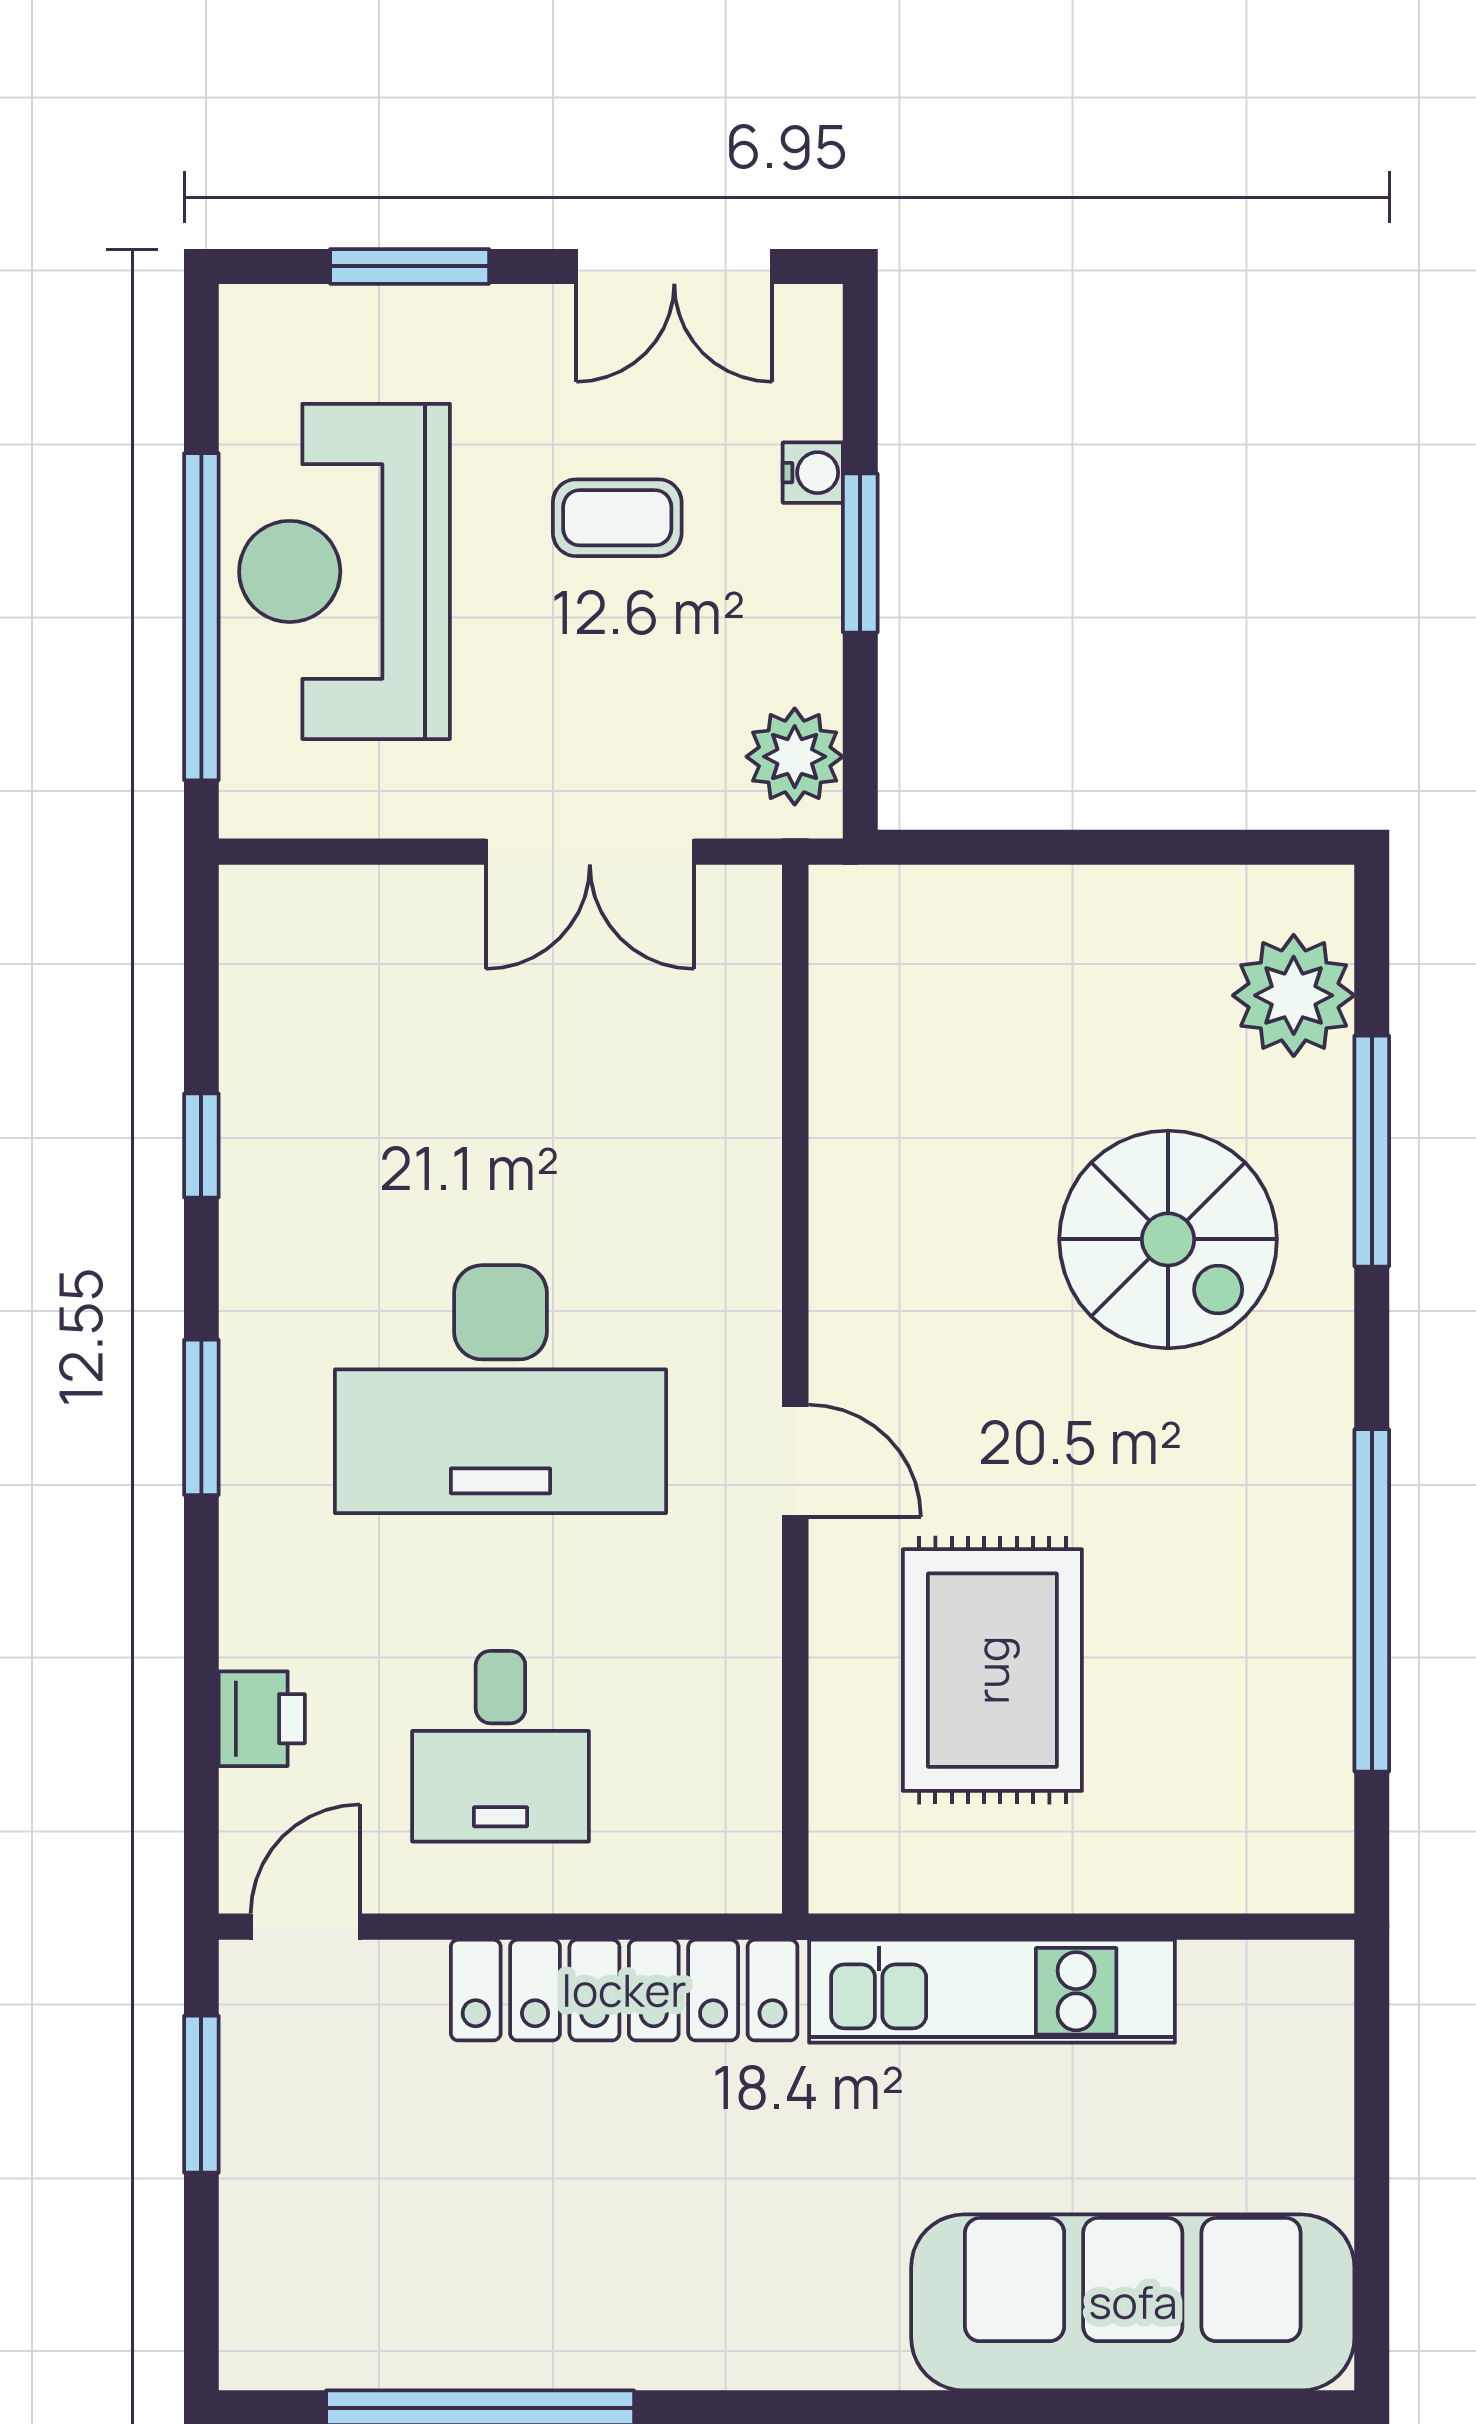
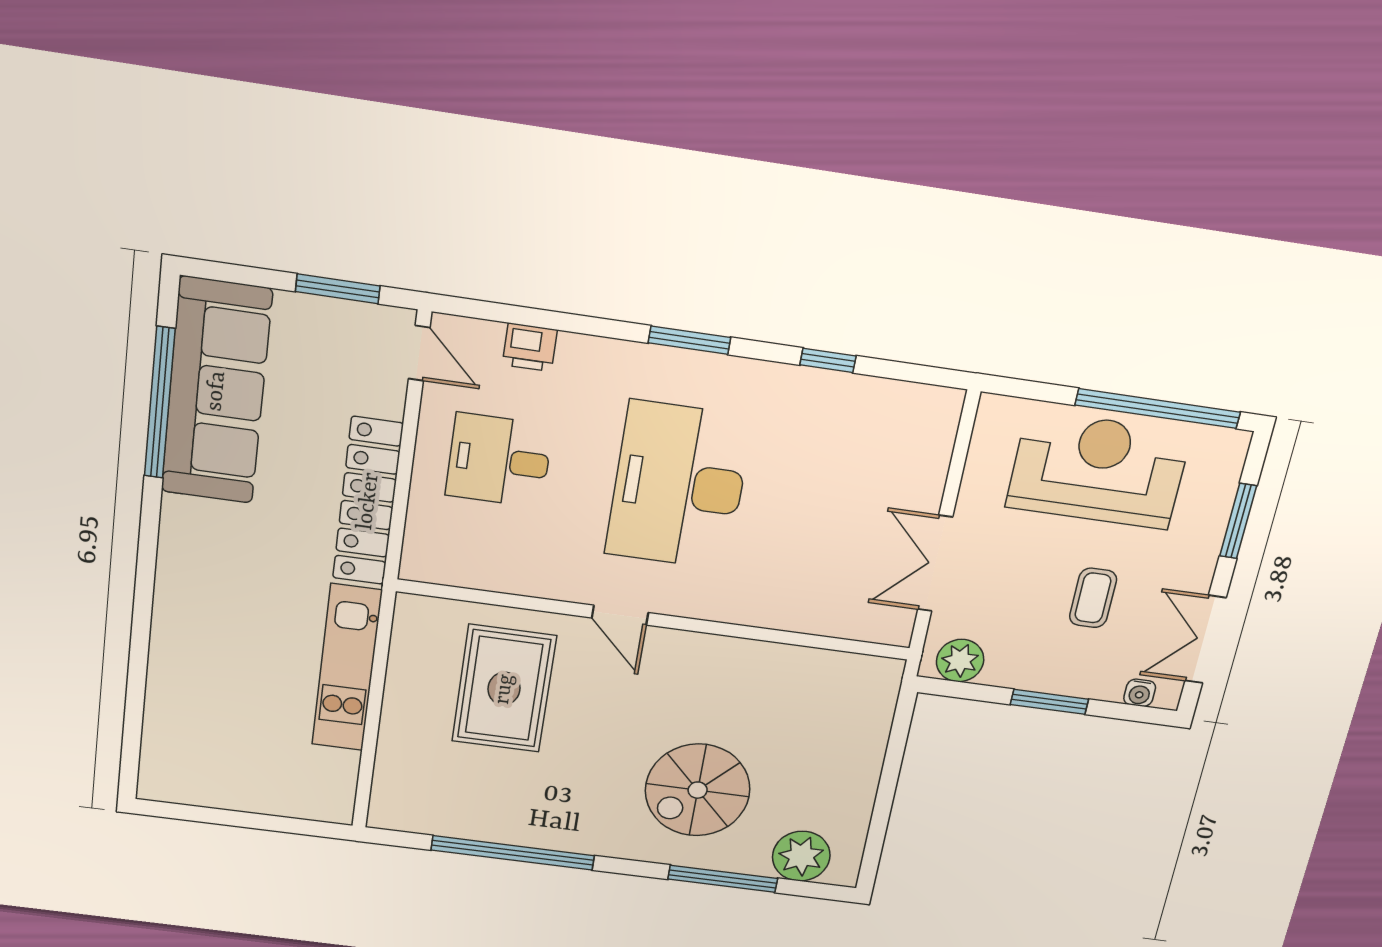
water cooler: (813, 473) -> (1140, 693), moved
window: (201, 617) -> (1158, 409), moved
door: (795, 1461) -> (620, 615), hinge flipped
rug: (992, 1670) -> (504, 689), turned 90
sofa: (1133, 2302) -> (216, 391), moved

